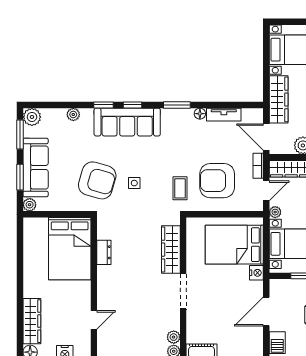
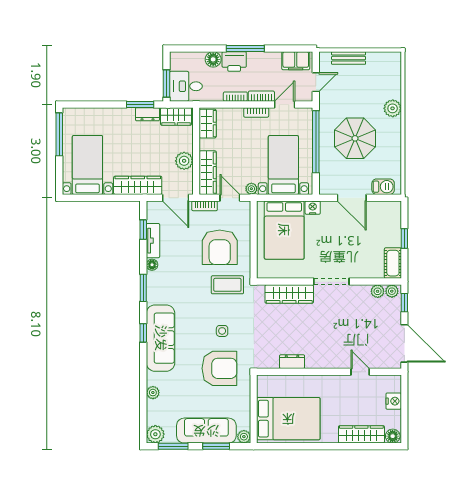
window: (104, 105) -> (143, 230), moved
door: (266, 137) -> (176, 198), hinge flipped
armchair: (97, 180) -> (219, 368), turned 74
coffee table: (180, 188) -> (227, 285), width x1.36, depth x1.30
bed: (70, 249) -> (288, 419), moved

